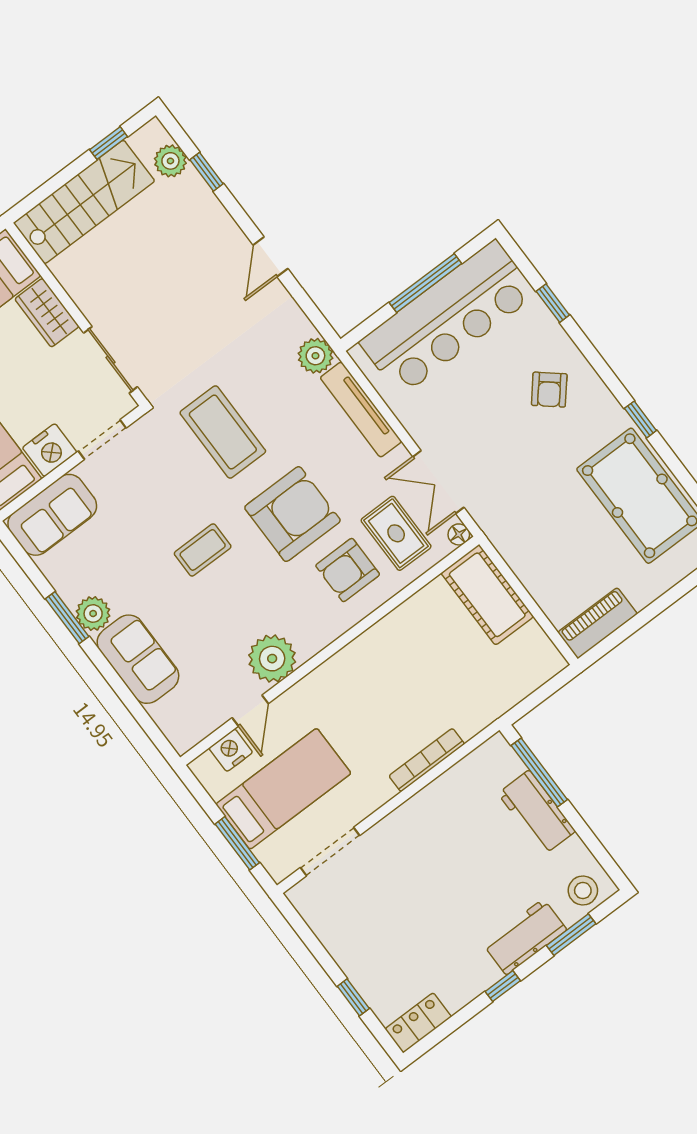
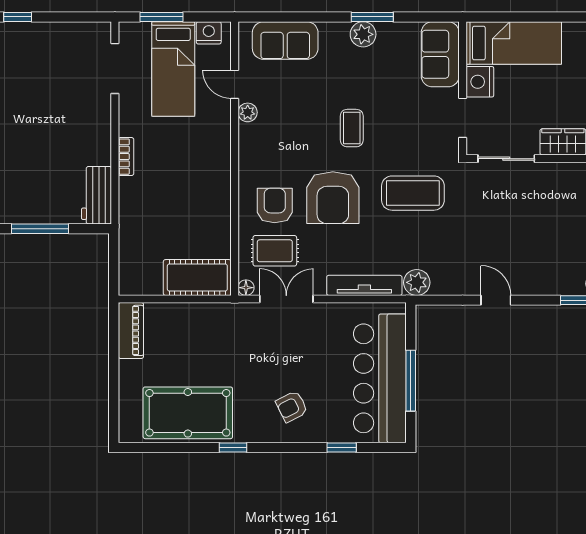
armchair: (549, 390) -> (292, 407), turned -67
sofa: (138, 659) -> (285, 41), moved
plant: (272, 659) -> (248, 112), width x0.53, depth x0.53
nightstand: (231, 750) -> (209, 33), moved, turned -90
bookcase: (427, 760) -> (126, 157), width x0.64
window: (539, 772) -> (40, 229), moved
workbench: (537, 812) -> (97, 195), moved, turned -90

